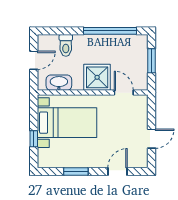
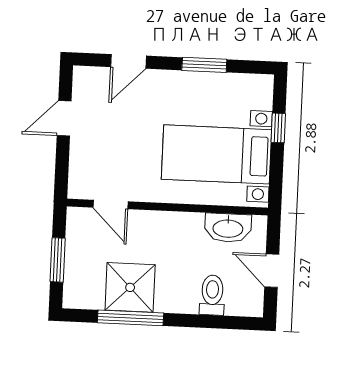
window: (110, 31) -> (130, 318), width x0.68
door: (34, 60) -> (272, 271), hinge flipped
shower: (97, 77) -> (130, 287), moved

